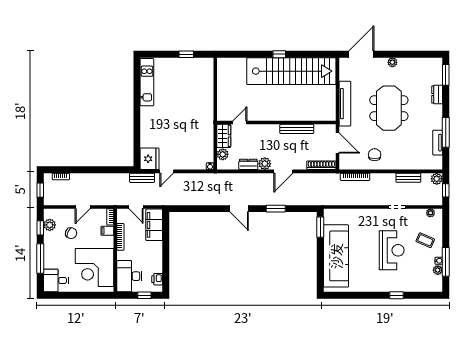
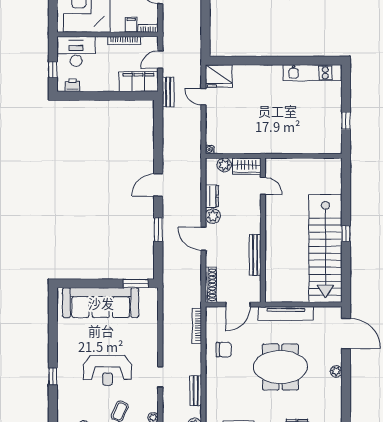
bench: (142, 178) -> (168, 92), moved

